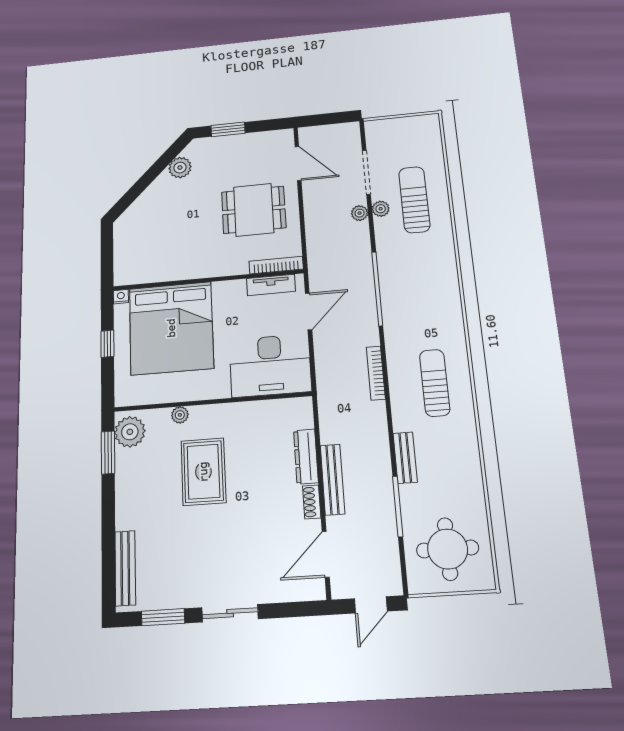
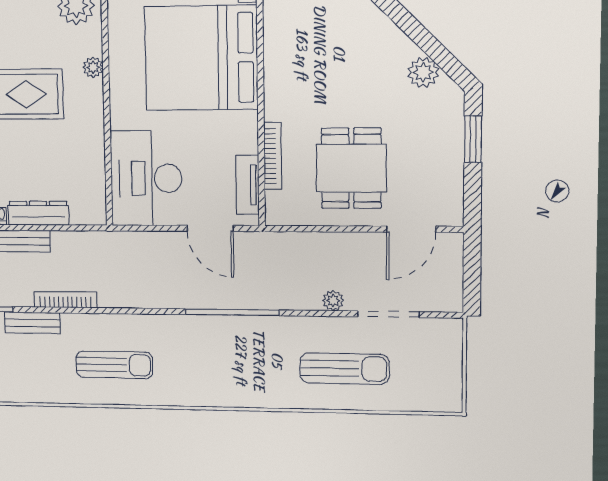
plant: (381, 209) -> (336, 327), removed
bookcase: (276, 265) -> (273, 156), moved
bookcase: (376, 373) -> (65, 300), moved

